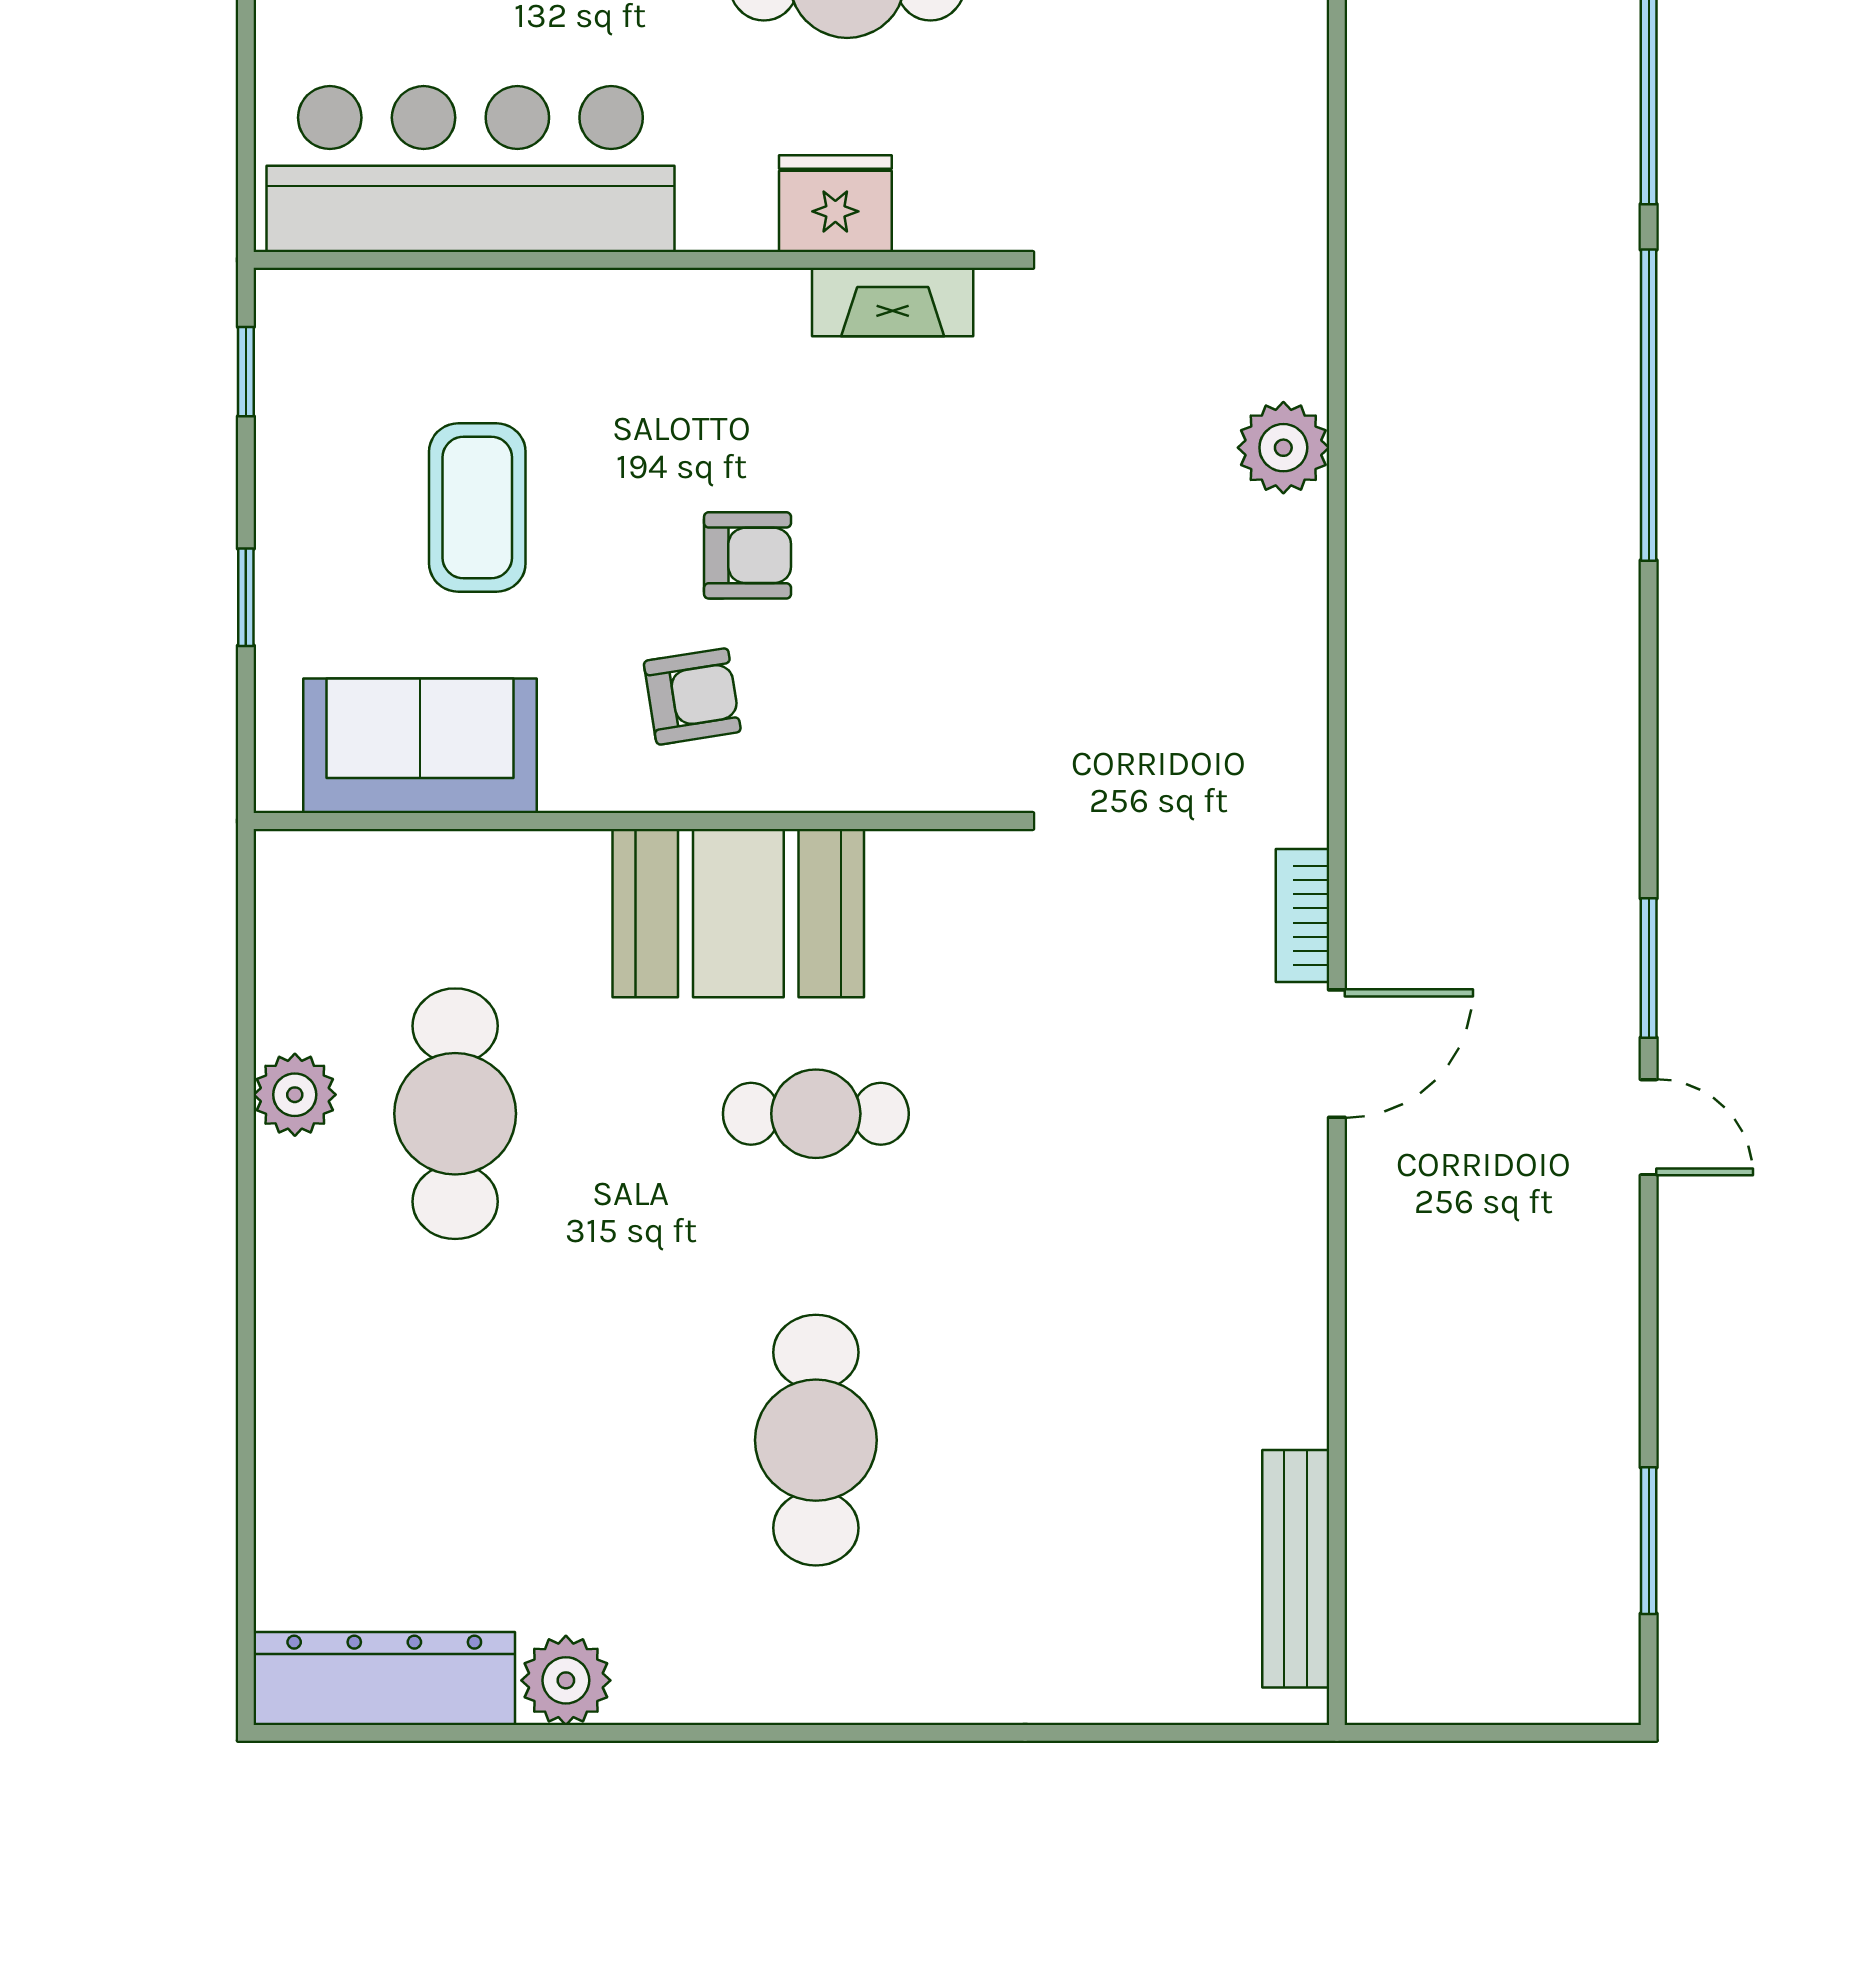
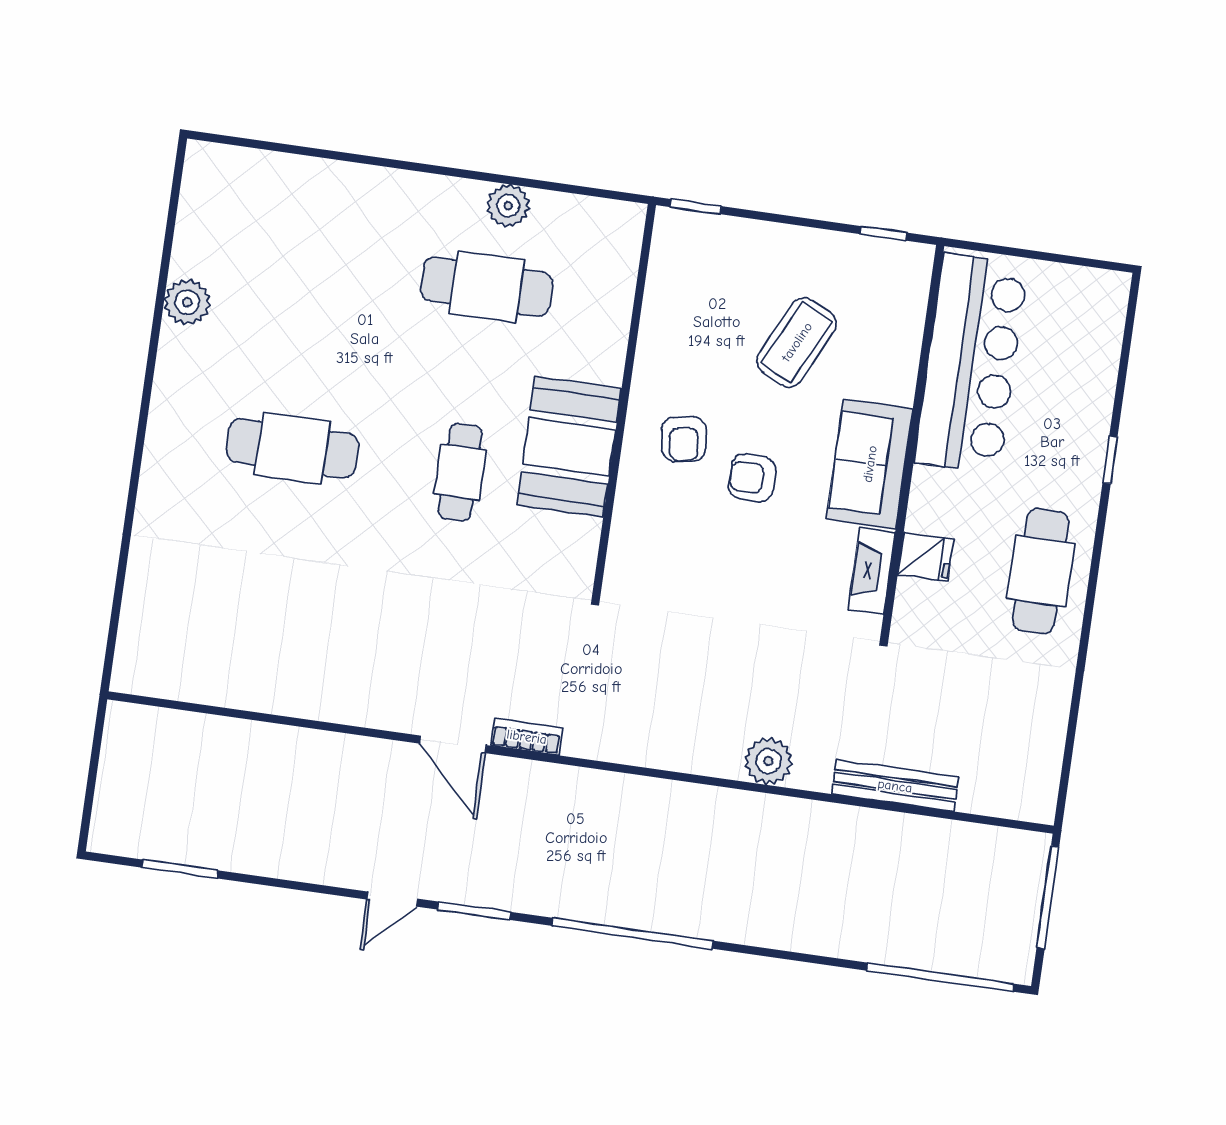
fridge: (835, 204) -> (925, 557), width x0.72
window: (1649, 405) -> (632, 933), moved
coffee table: (477, 508) -> (797, 342), turned -64
armchair: (748, 555) -> (752, 478), turned 90
window: (246, 597) -> (696, 207), moved
sofa: (420, 746) -> (870, 464), moved, turned 180
bench: (1296, 1569) -> (895, 786), moved
dresser: (384, 1678) -> (202, 209), removed

